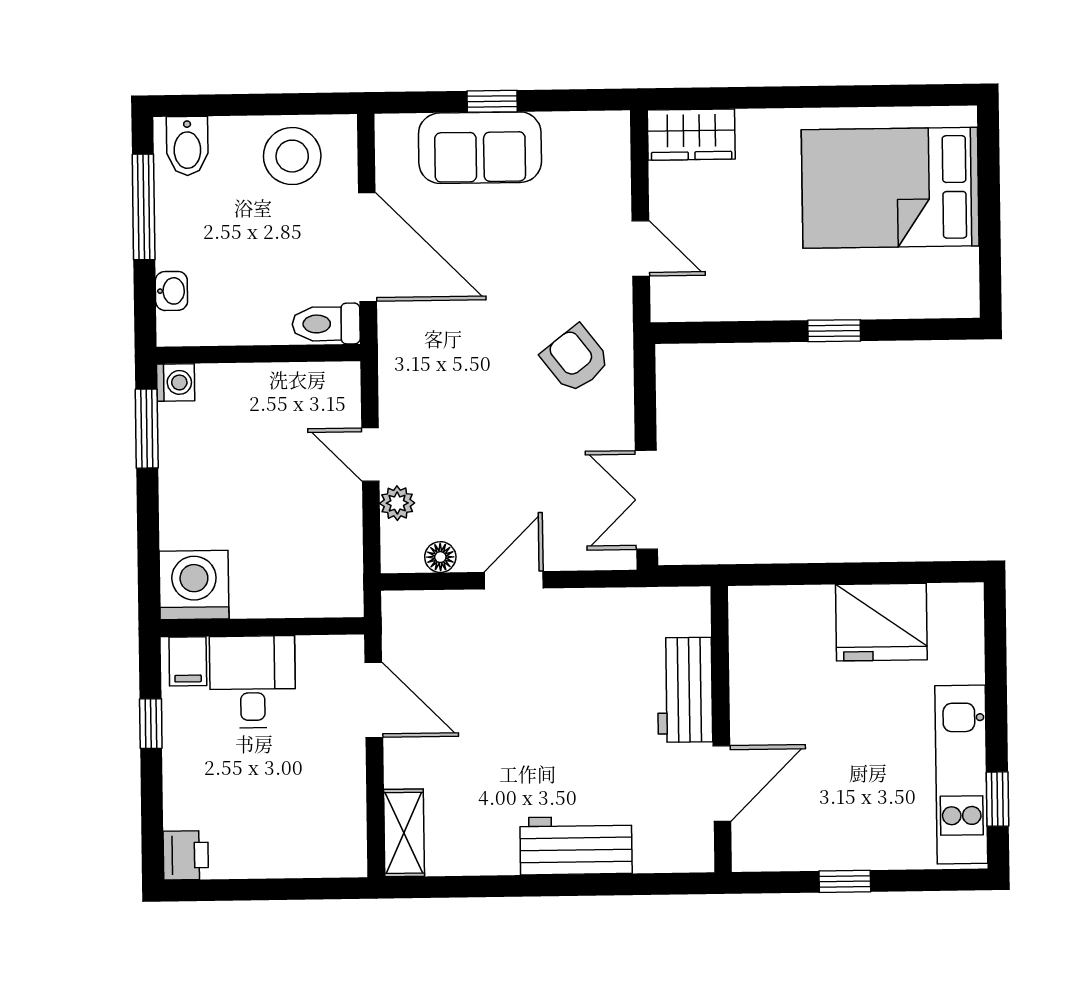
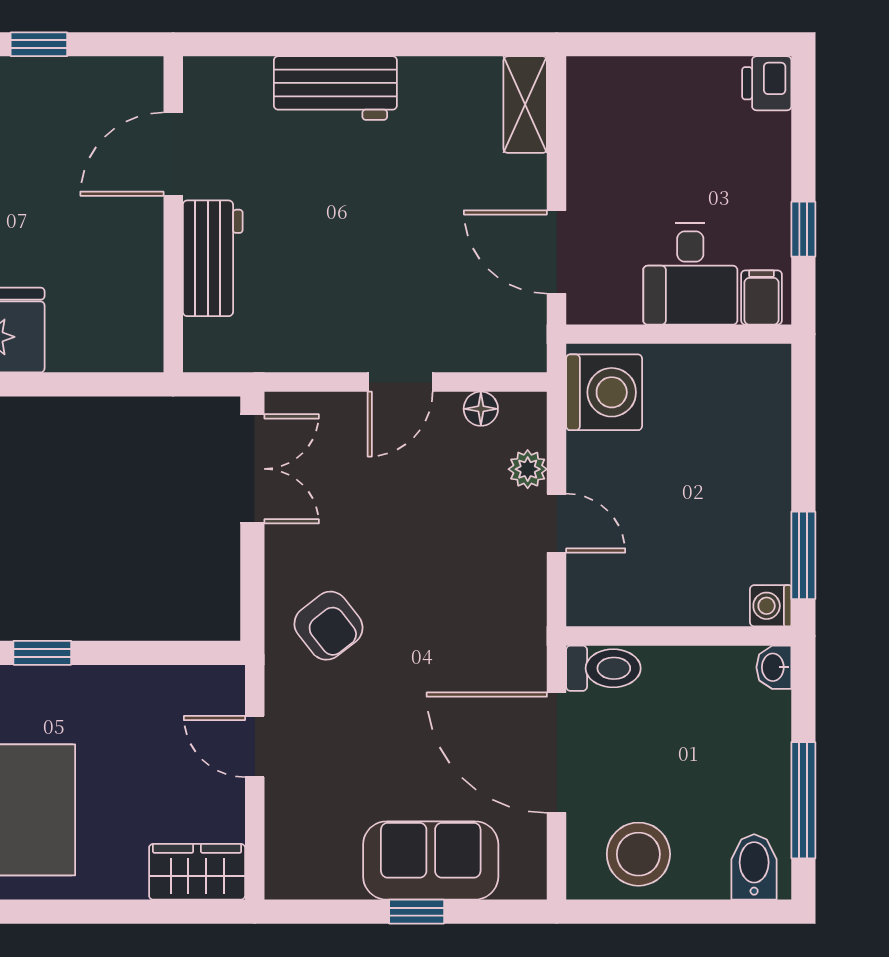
washbasin: (171, 291) -> (774, 667), moved
washing machine: (194, 585) -> (604, 392), moved, turned -90

